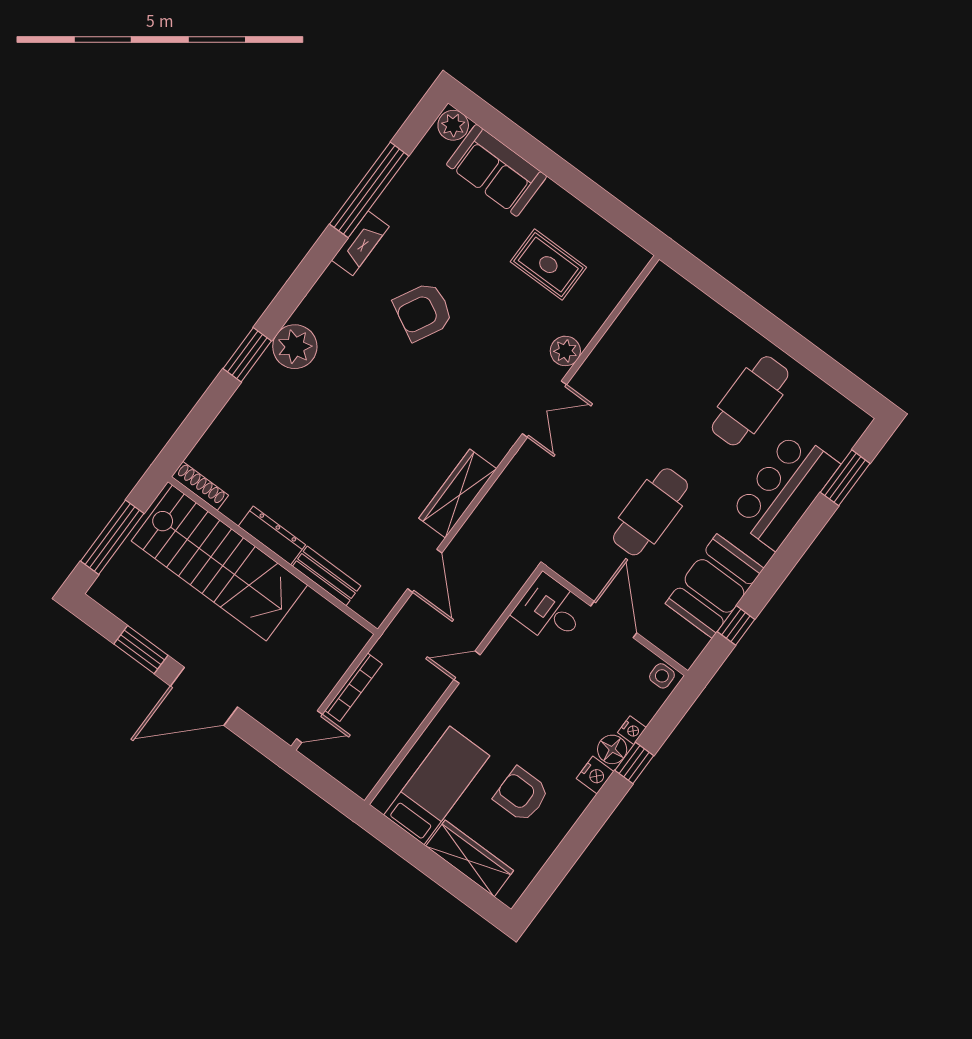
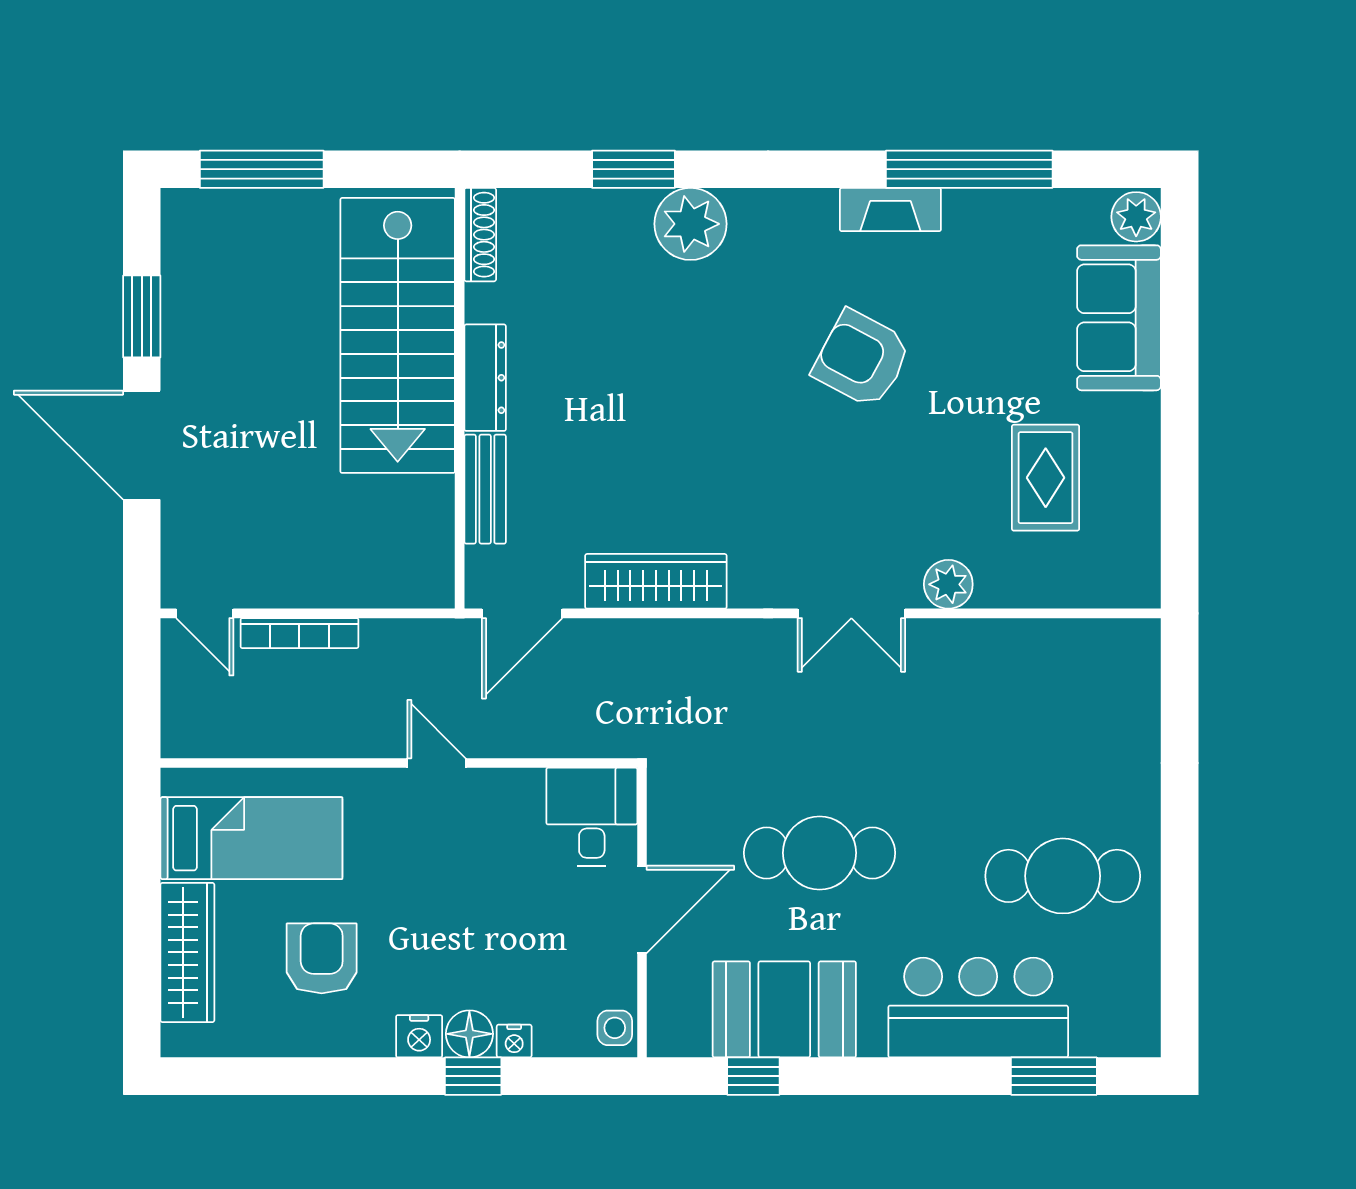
shoe rack: (200, 486) -> (480, 235), moved
dresser: (272, 535) -> (485, 378), moved
wall: (273, 555) -> (460, 398), moved
stairs: (219, 563) -> (398, 335), moved
bench: (327, 576) -> (485, 489), moved

